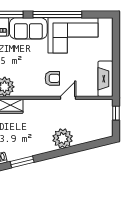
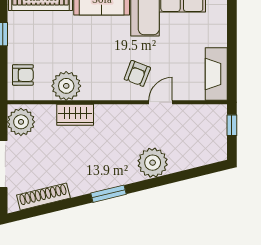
armchair: (52, 78) -> (137, 73), turned 111
window: (22, 162) -> (108, 194), moved

